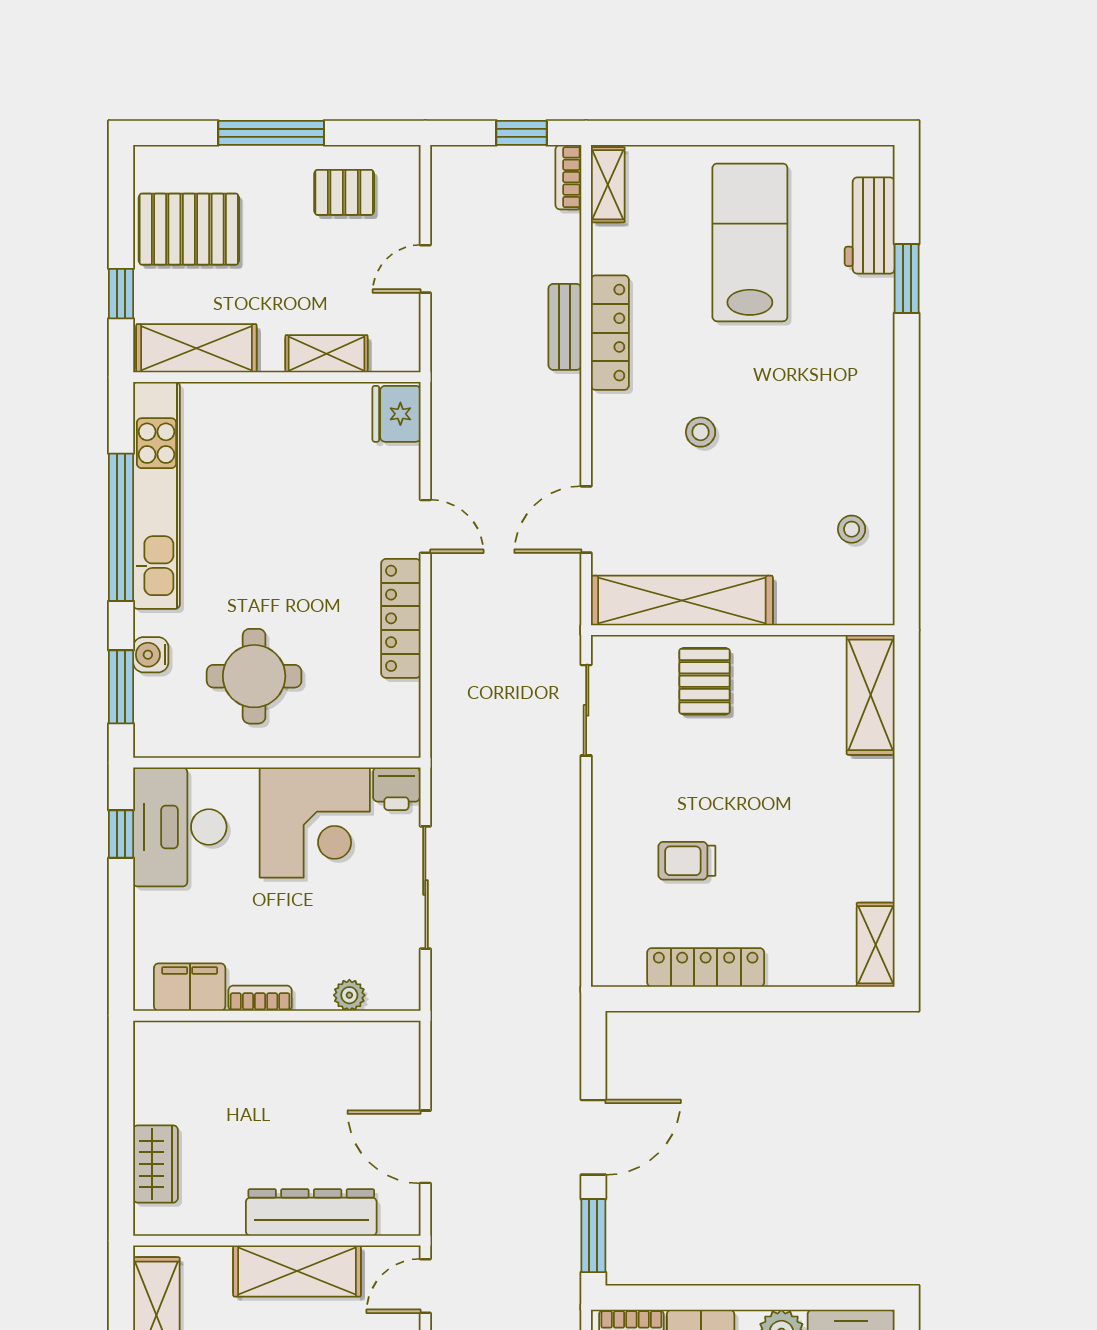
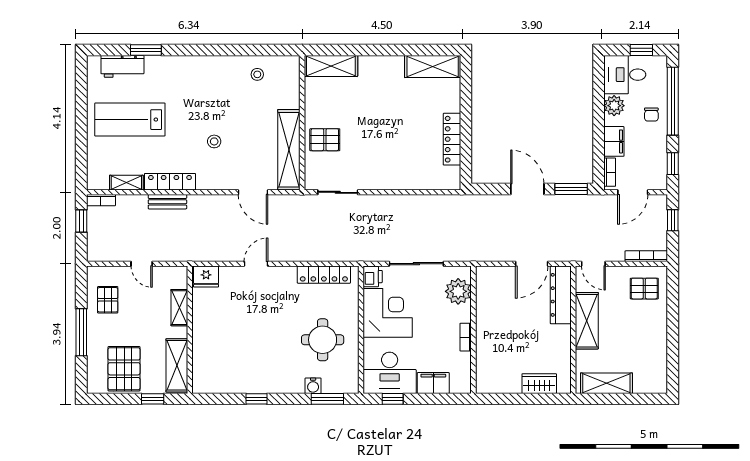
shelving: (608, 185) -> (126, 183), moved
kitchen unit: (156, 495) -> (242, 383), removed
window: (121, 527) -> (256, 399), width x0.32
locker: (401, 618) -> (324, 275), moved
trolley: (687, 861) -> (405, 148), removed
shelving: (876, 945) -> (433, 66), width x1.50, depth x1.33
filing cabinet: (190, 987) -> (433, 383), moved, turned 90
plant: (349, 995) -> (458, 291), width x1.87, depth x1.87
dresser: (311, 1212) -> (561, 295), moved

